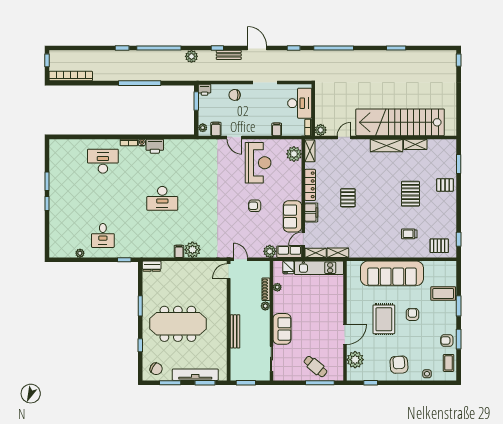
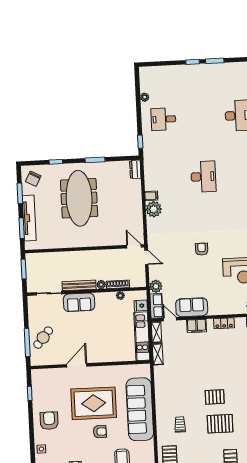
locker: (310, 185) -> (224, 323), width x0.66
desk: (162, 198) -> (203, 177), turned 180
pallet: (348, 198) -> (215, 397), moved
armchair: (255, 206) -> (202, 249), moved
door: (240, 259) -> (146, 257), hinge flipped
rug: (384, 319) -> (94, 403), width x1.37, depth x1.44
bench: (235, 331) -> (79, 285), moved
door: (345, 334) -> (77, 365), swing flipped
plant: (355, 360) -> (52, 377), removed
armchair: (399, 365) -> (49, 421), turned -86

